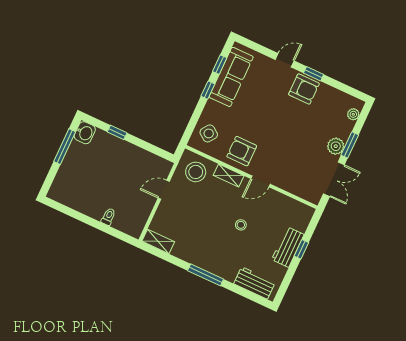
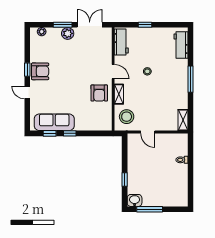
armchair: (304, 89) -> (40, 71), turned 90
side table: (209, 133) -> (98, 120), removed
workbench: (288, 247) -> (121, 42), moved, turned -90

